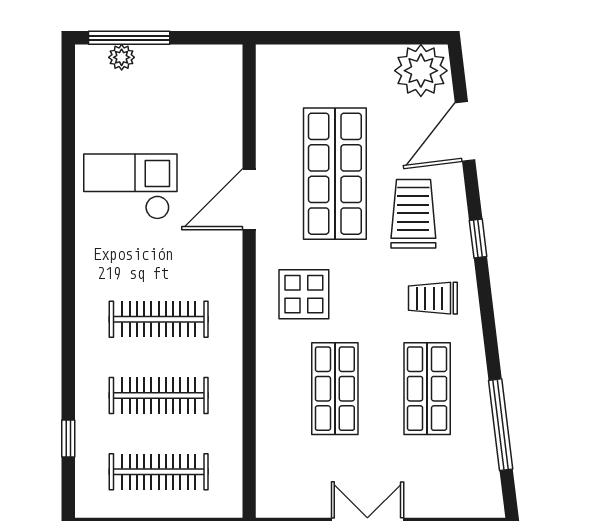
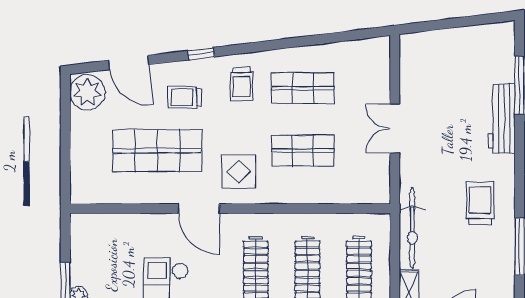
door: (249, 199) -> (199, 209), moved
trolley: (413, 214) -> (184, 97), width x0.73, depth x0.72
window: (501, 425) -> (327, 38), removed

